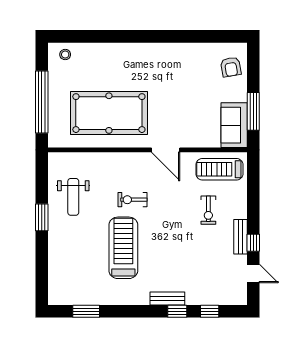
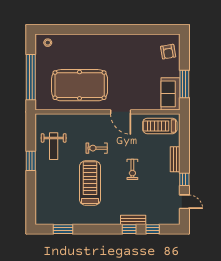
exercise bike: (208, 210) -> (132, 169), moved
bench: (240, 237) -> (175, 159), moved
bench: (167, 298) -> (133, 220), moved

